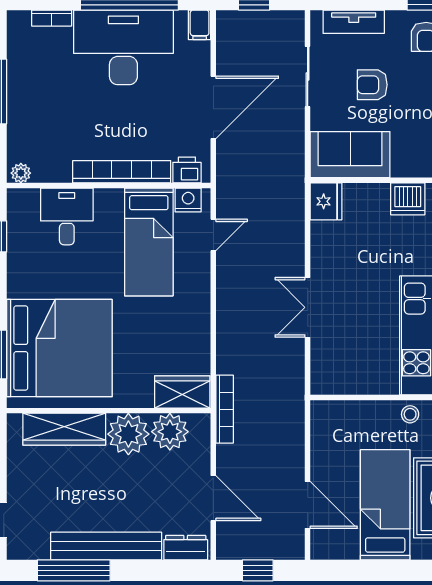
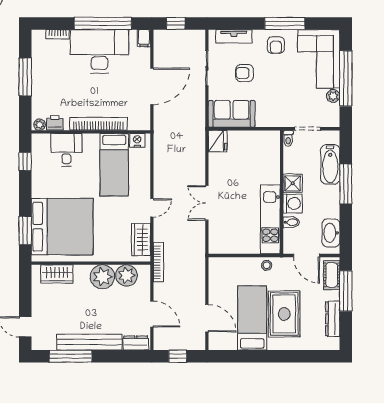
printer: (187, 170) -> (55, 123), moved
dishwasher: (408, 199) -> (265, 140), removed
door: (213, 235) -> (152, 208), moved
wardrobe: (182, 392) -> (141, 240), moved, turned -90
wardrobe: (64, 429) -> (57, 274), width x0.67

